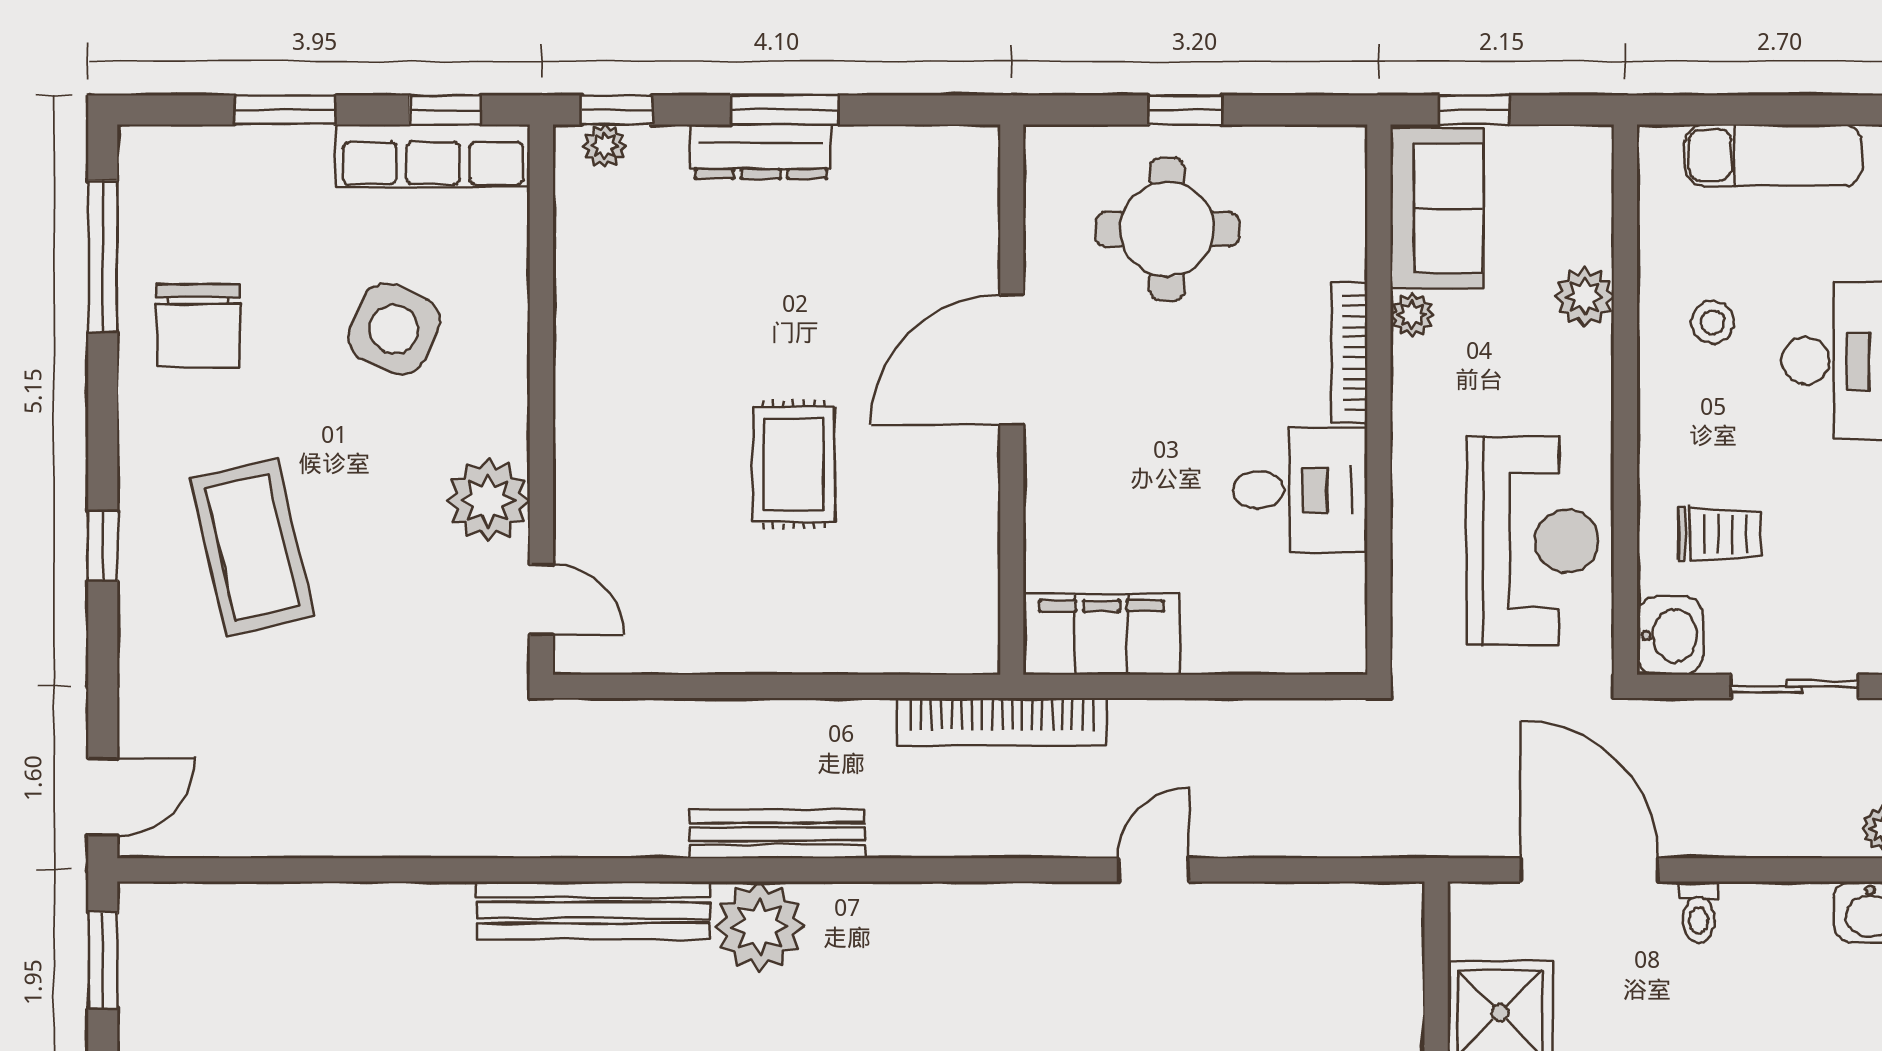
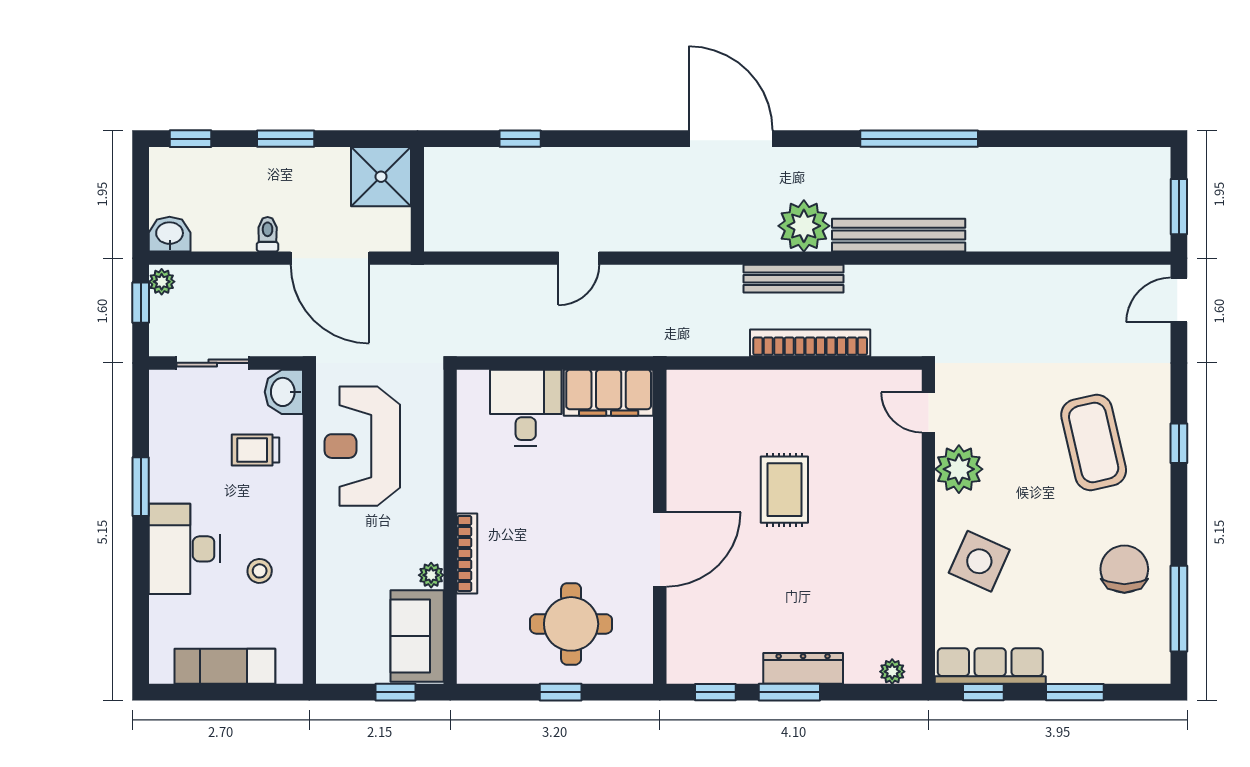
window: (617, 110) -> (715, 692), moved
plant: (1584, 297) -> (333, 585), removed
side table: (394, 329) -> (979, 561), moved
desk: (1300, 490) -> (526, 408), moved, turned 90
bookcase: (1002, 722) -> (810, 343), moved

